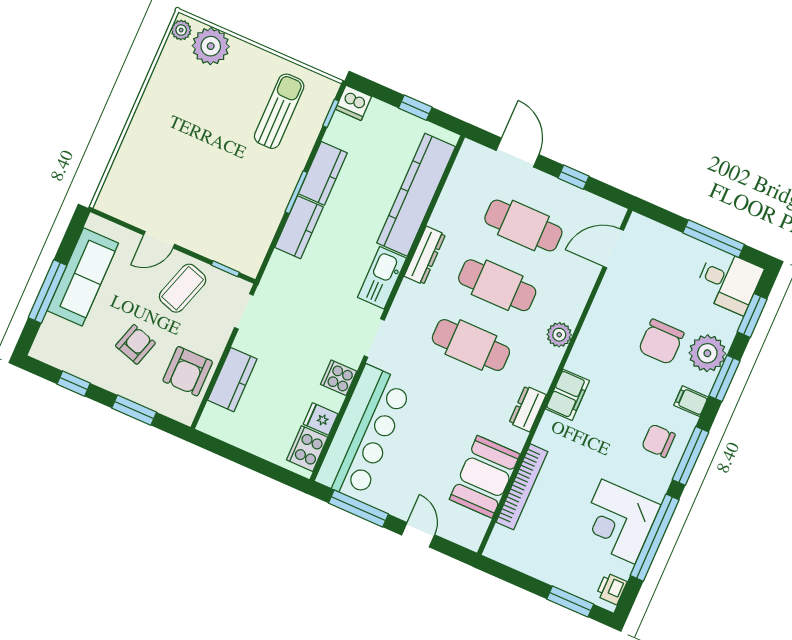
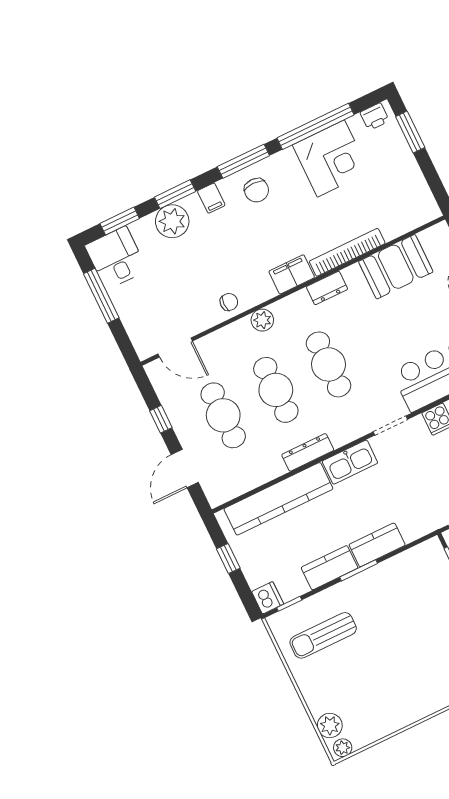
plant: (211, 46) -> (330, 725), width x0.73, depth x0.73
chair: (661, 342) -> (229, 302), moved, width x0.54, depth x0.54
bookcase: (522, 487) -> (347, 252), moved

